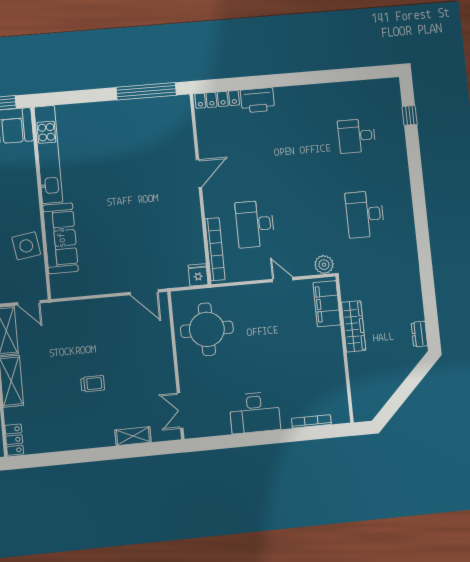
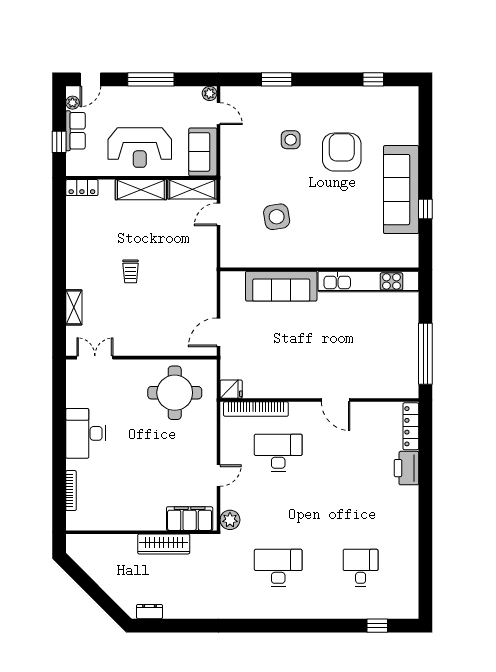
kitchen unit: (48, 154) -> (368, 281), moved
wall: (41, 203) -> (319, 269), moved
sofa: (61, 238) -> (281, 286), moved

